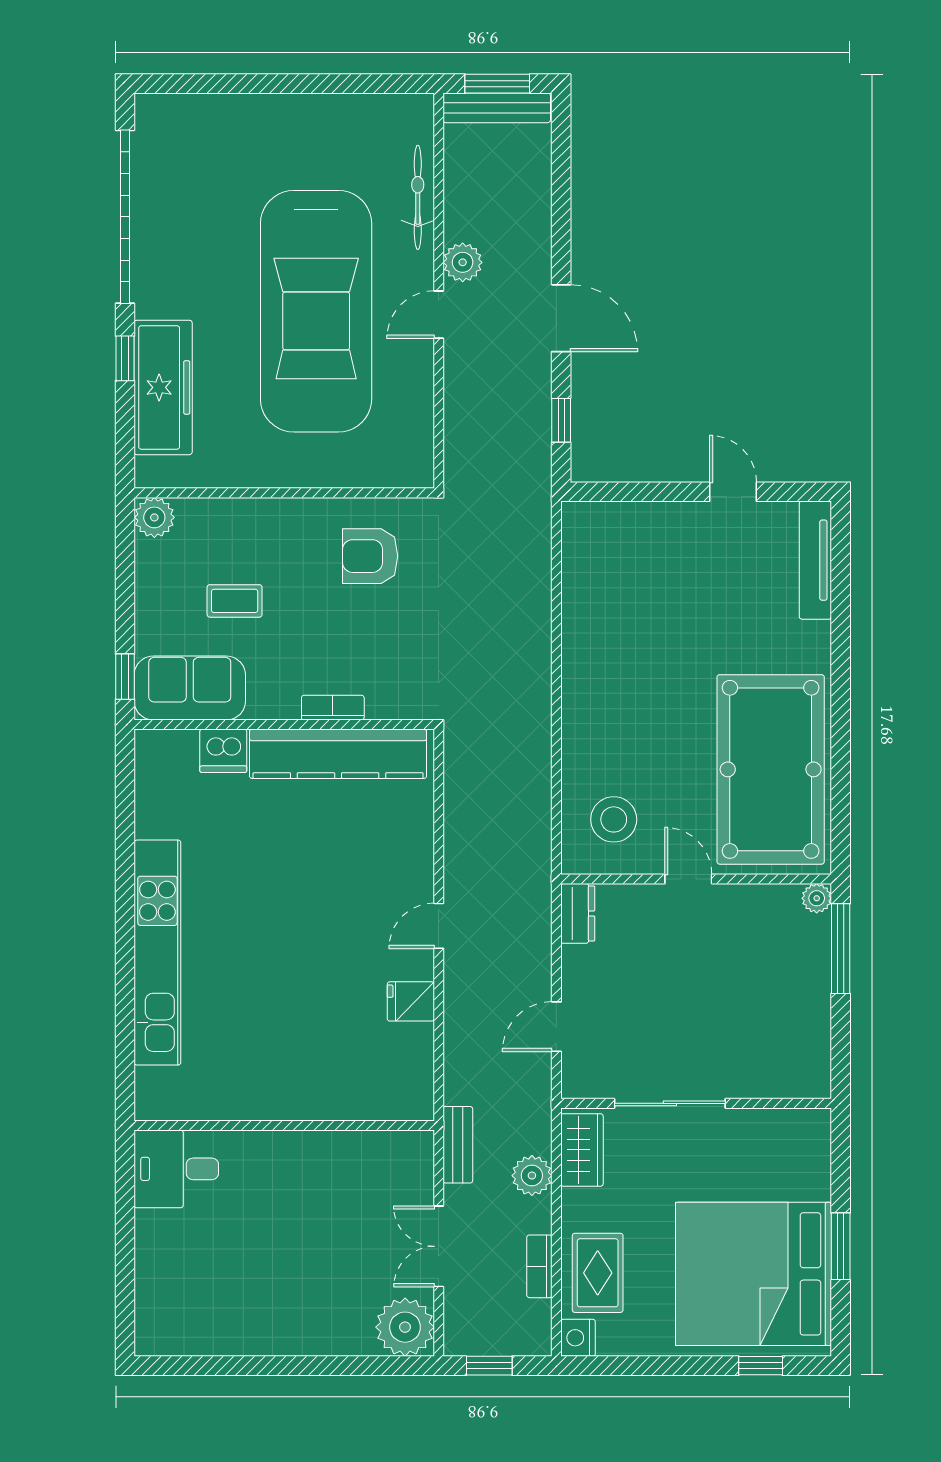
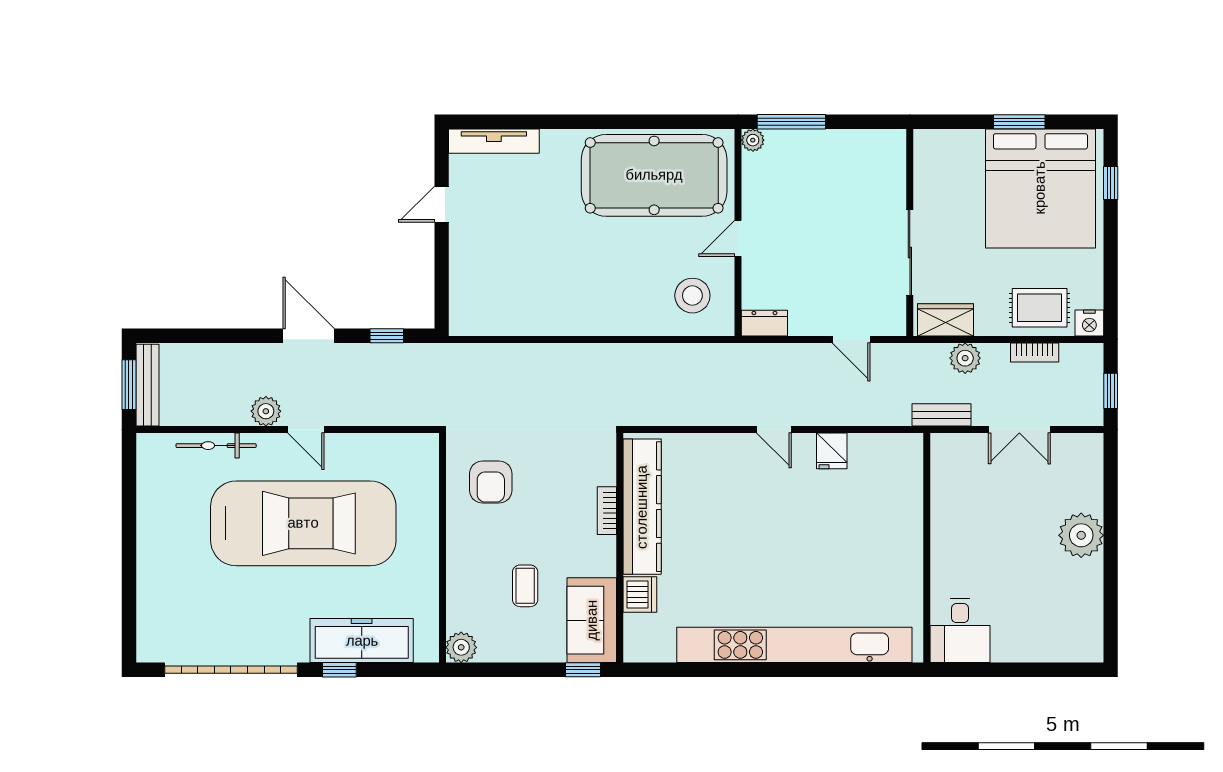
door: (561, 318) -> (309, 336), hinge flipped
kitchen unit: (157, 953) -> (794, 645), width x1.36
plant: (405, 1327) -> (1081, 535), moved

